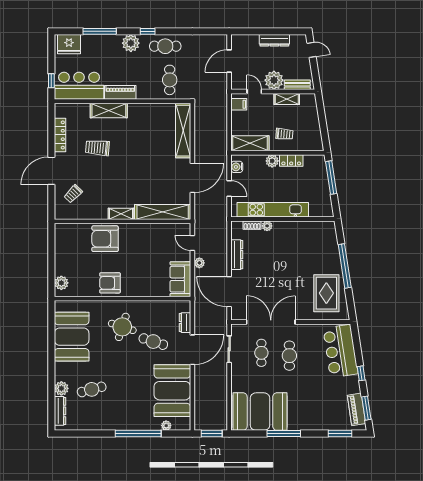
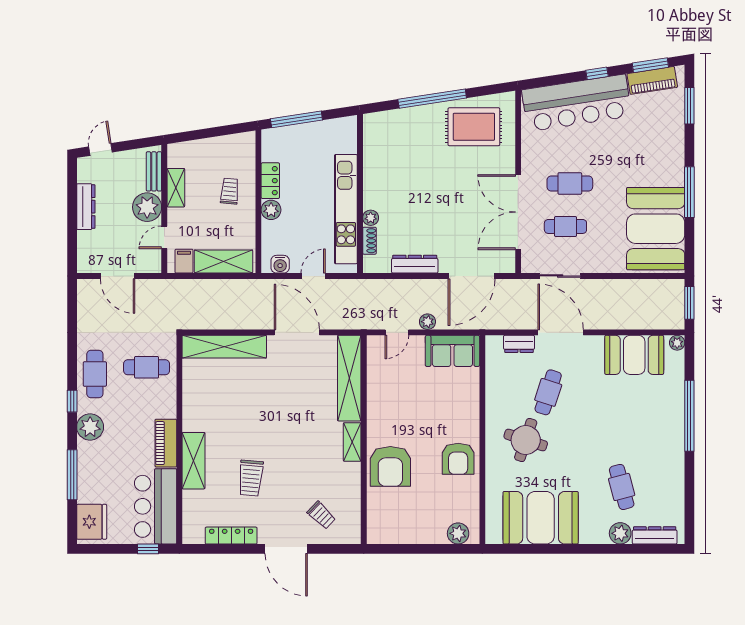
shelving: (250, 143) -> (224, 261), moved, turned 90
bar counter: (340, 351) -> (577, 103), width x1.36
booth: (172, 391) -> (634, 355), width x0.73, depth x0.70
plant: (166, 426) -> (677, 343), moved

